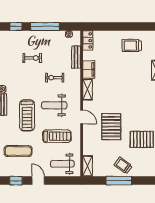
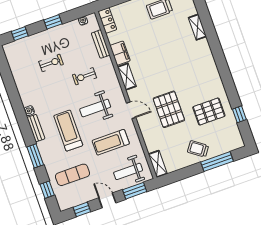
window: (45, 27) -> (53, 22), width x0.46
treadmill: (27, 115) -> (68, 131), turned 180
treadmill: (57, 136) -> (111, 142), turned 180
window: (62, 181) -> (135, 191), added
window: (119, 181) -> (217, 162), moved

